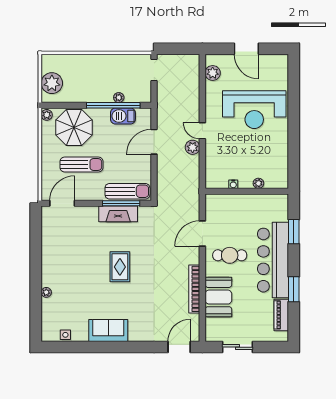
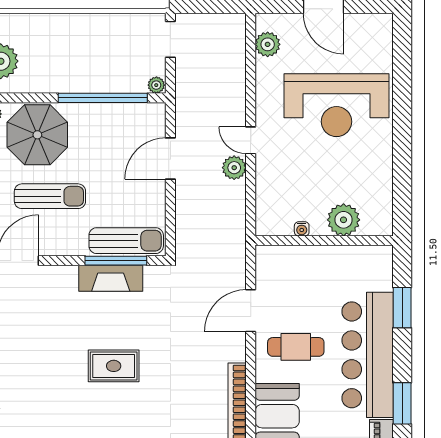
plant: (119, 98) -> (156, 85), moved
barbecue: (123, 116) -> (119, 116), removed
plant: (258, 183) -> (344, 220), width x1.87, depth x1.87
rug: (120, 267) -> (114, 366), turned 90

